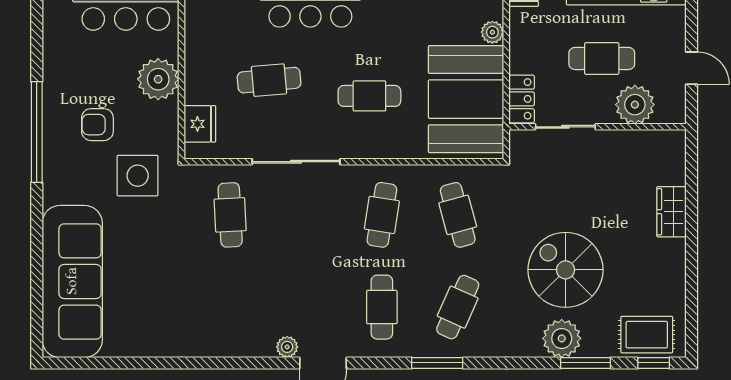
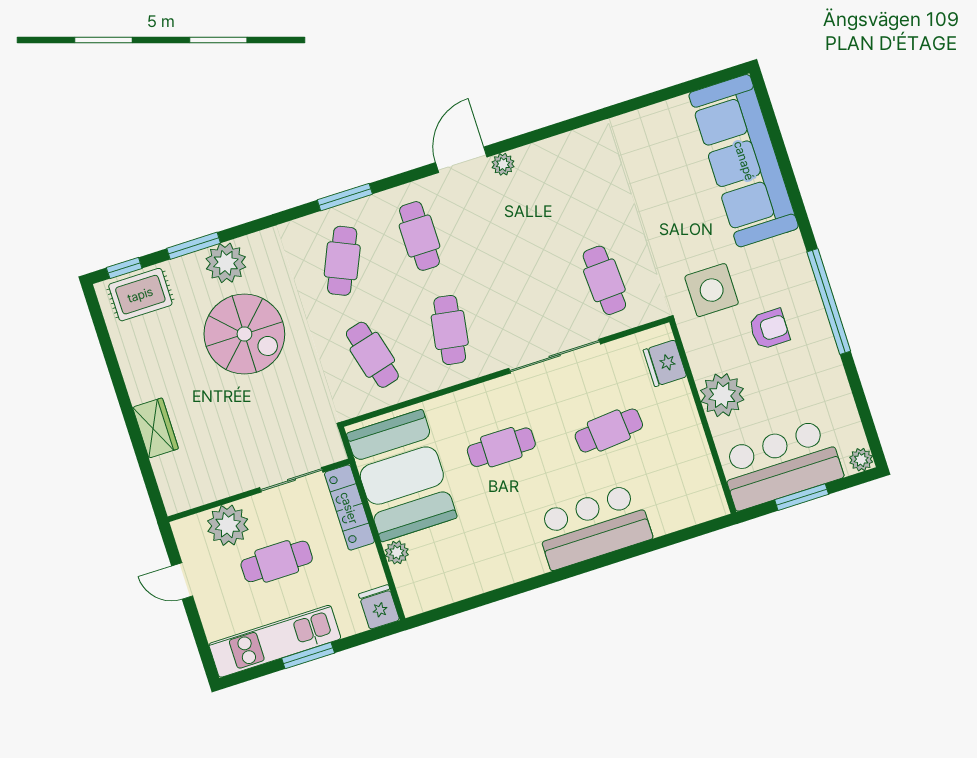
locker: (522, 99) -> (349, 508), width x1.53

